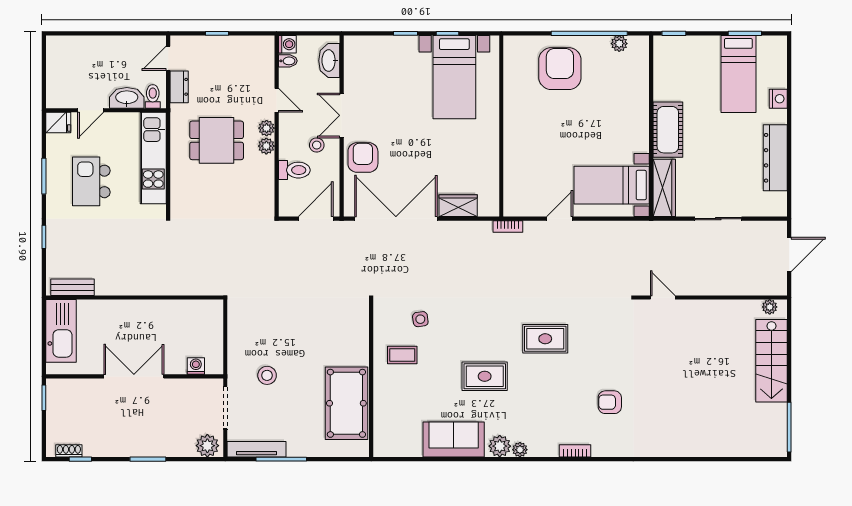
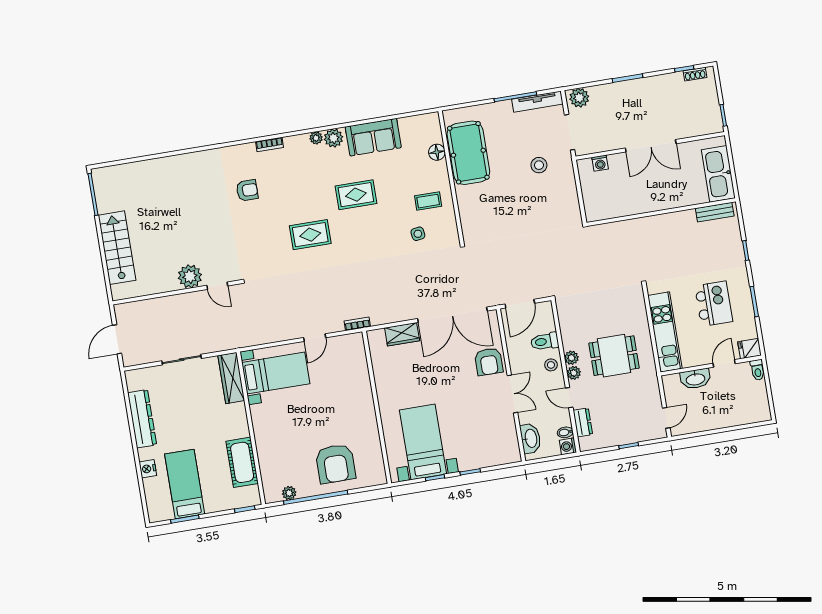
dresser: (179, 87) -> (583, 422), moved, turned 180
toilet: (153, 96) -> (757, 370), moved
cot: (668, 130) -> (242, 462), moved
stool: (317, 145) -> (551, 365), moved
plant: (770, 307) -> (190, 276), moved, width x1.87, depth x1.87
floor lamp: (383, 410) -> (437, 152), added

